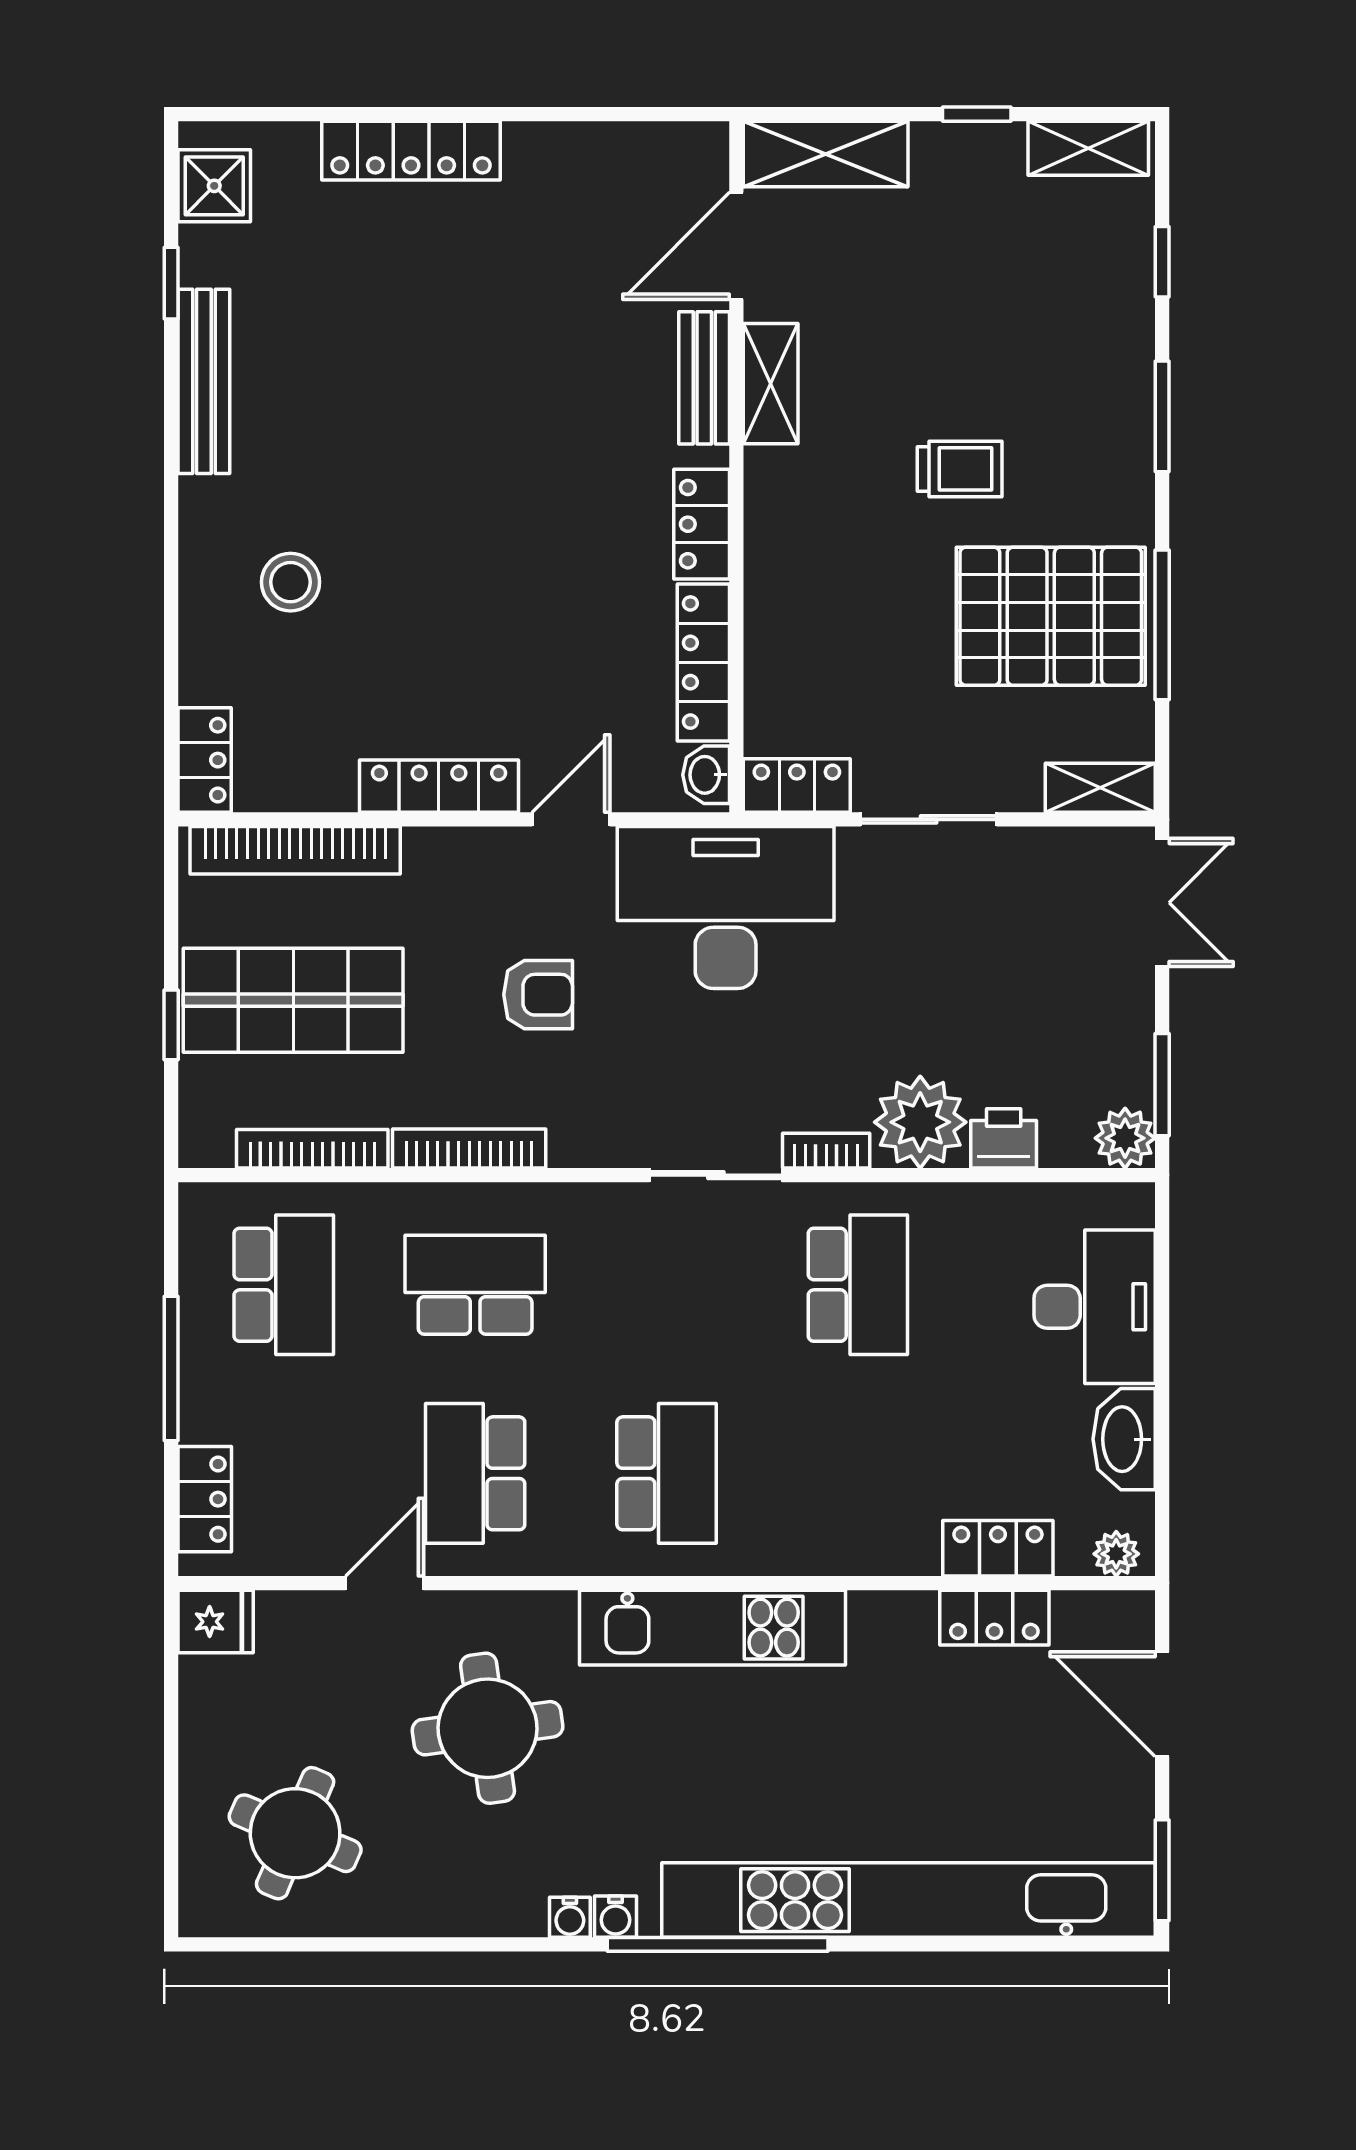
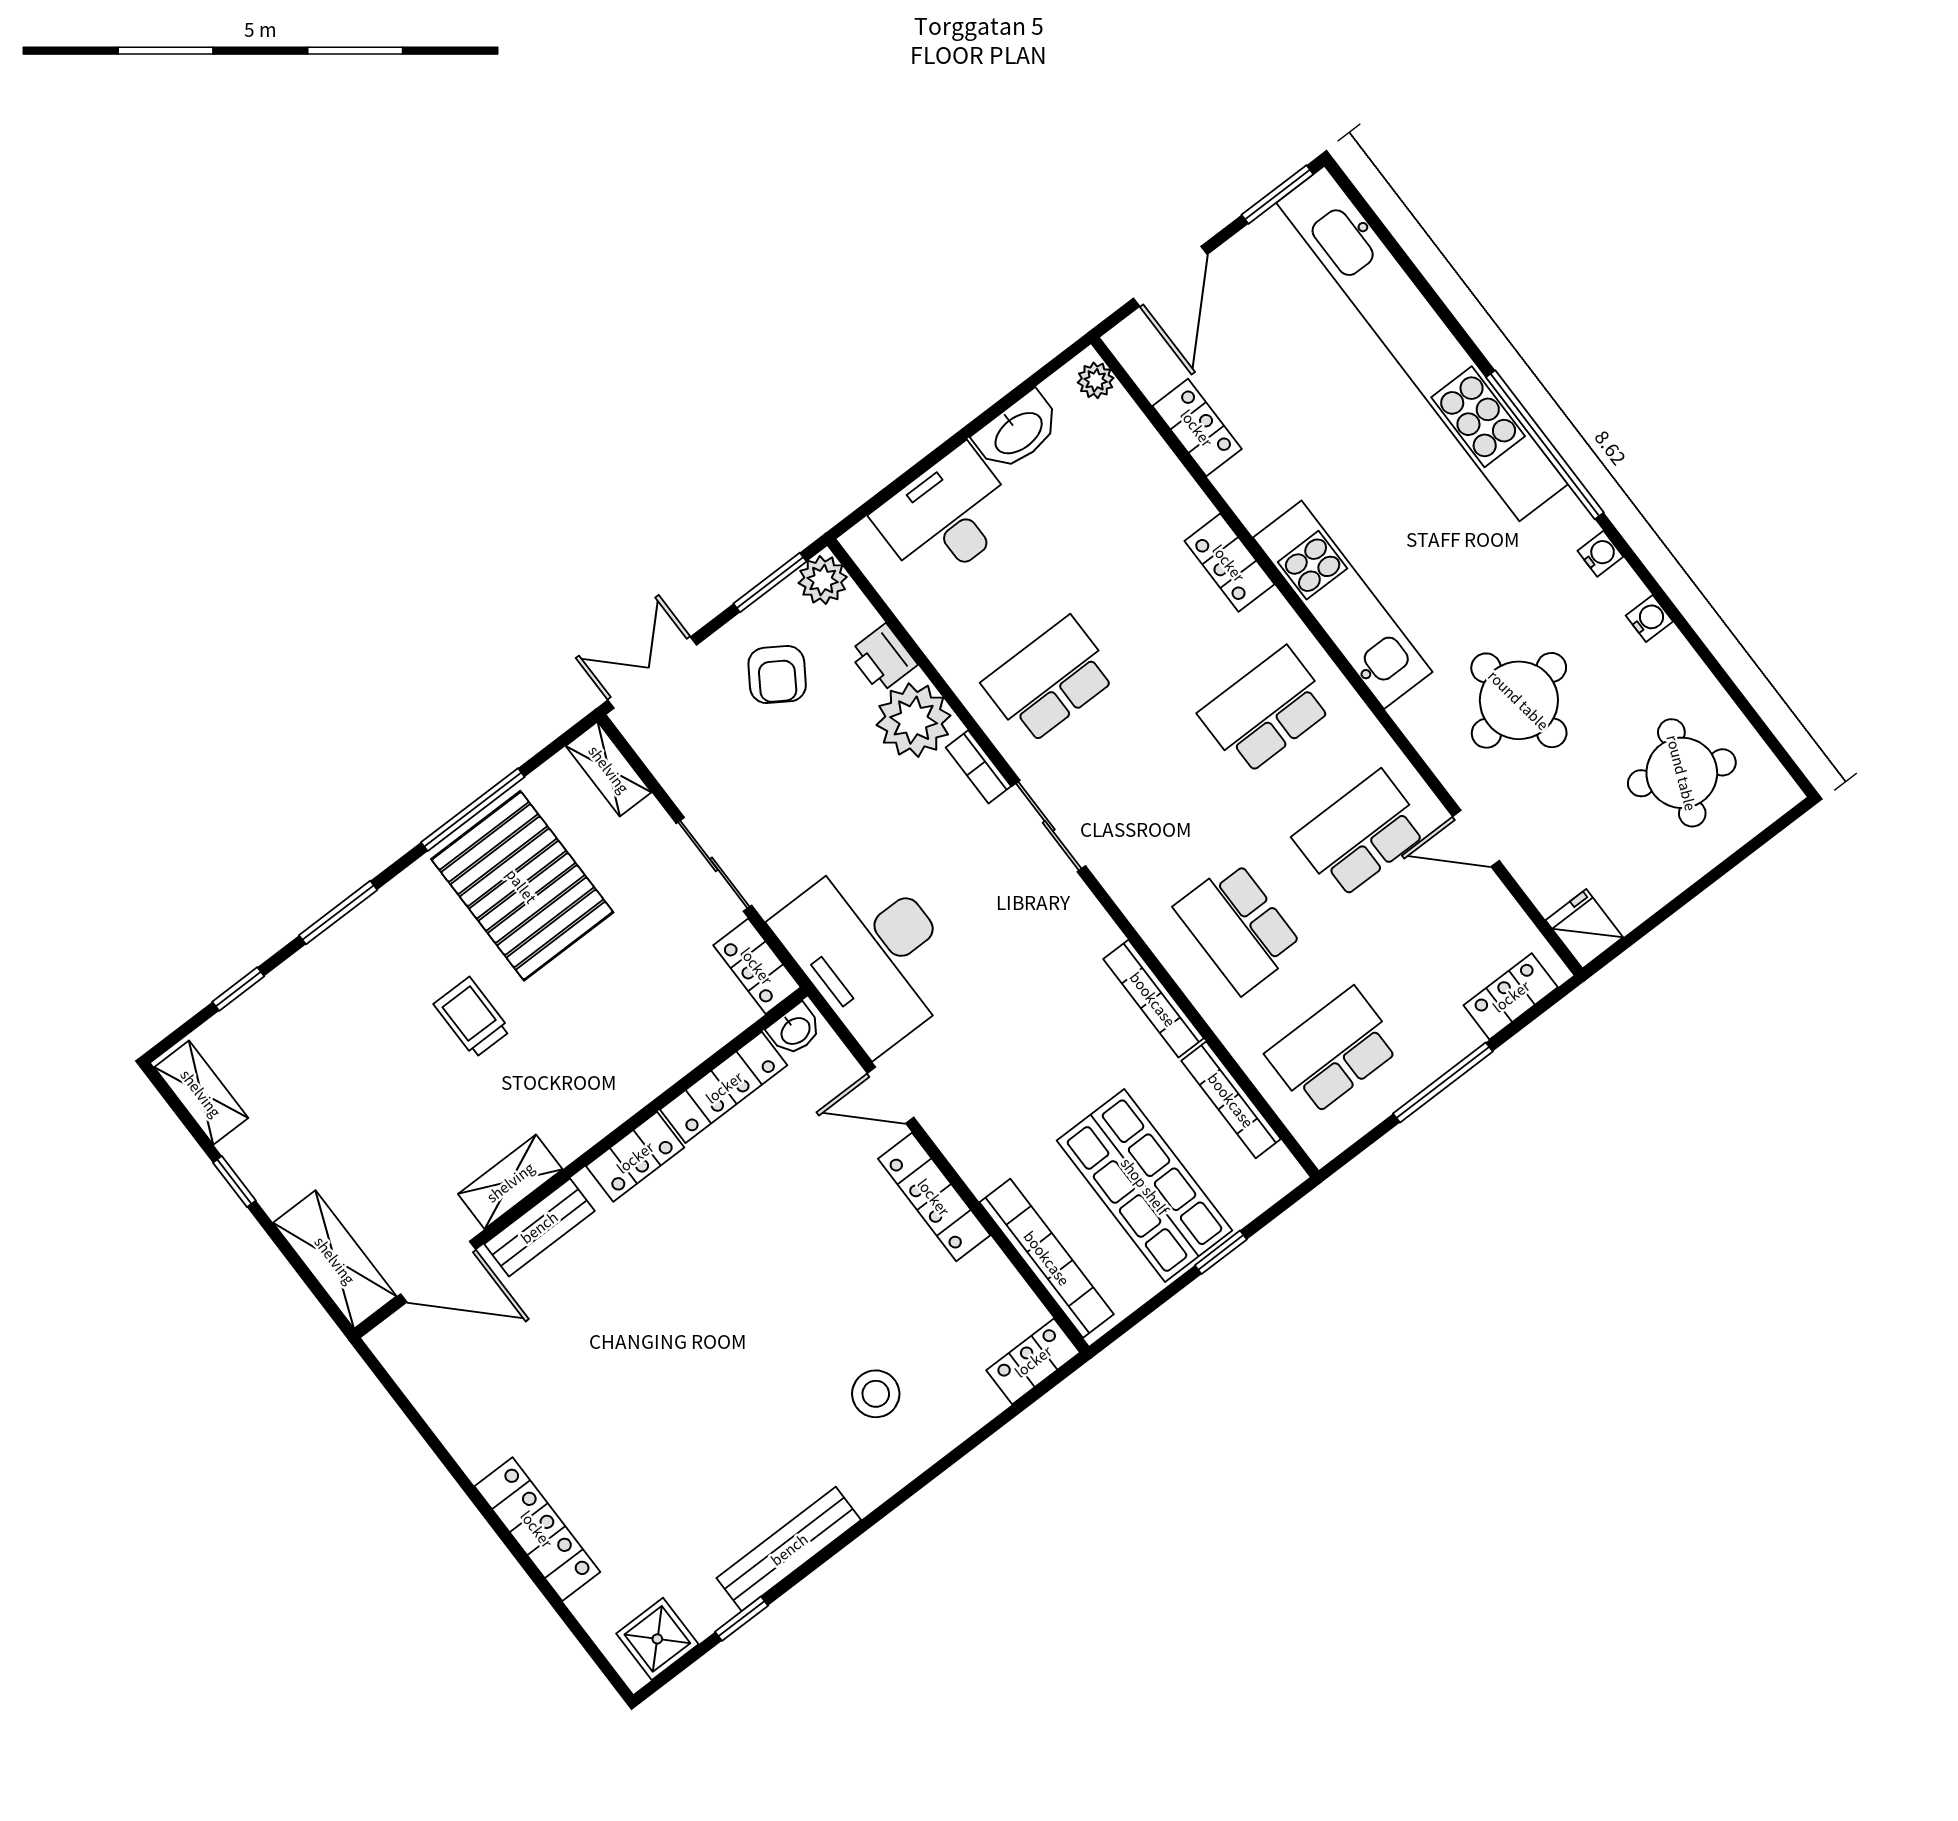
armchair: (538, 995) -> (777, 675), moved, turned -147
school desk: (475, 1473) -> (1360, 834), turned 180
locker: (998, 1548) -> (1229, 563), moved
water cooler: (616, 1917) -> (1649, 619), moved

